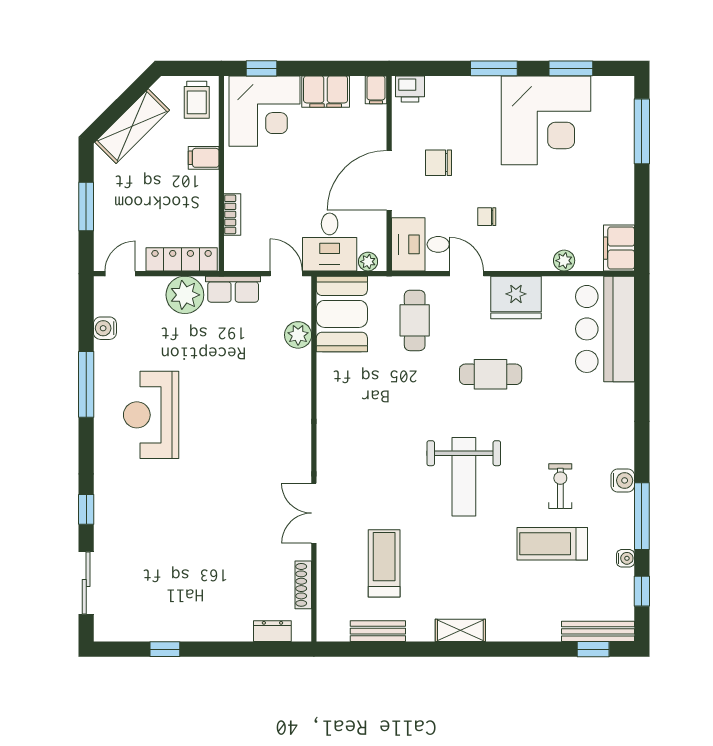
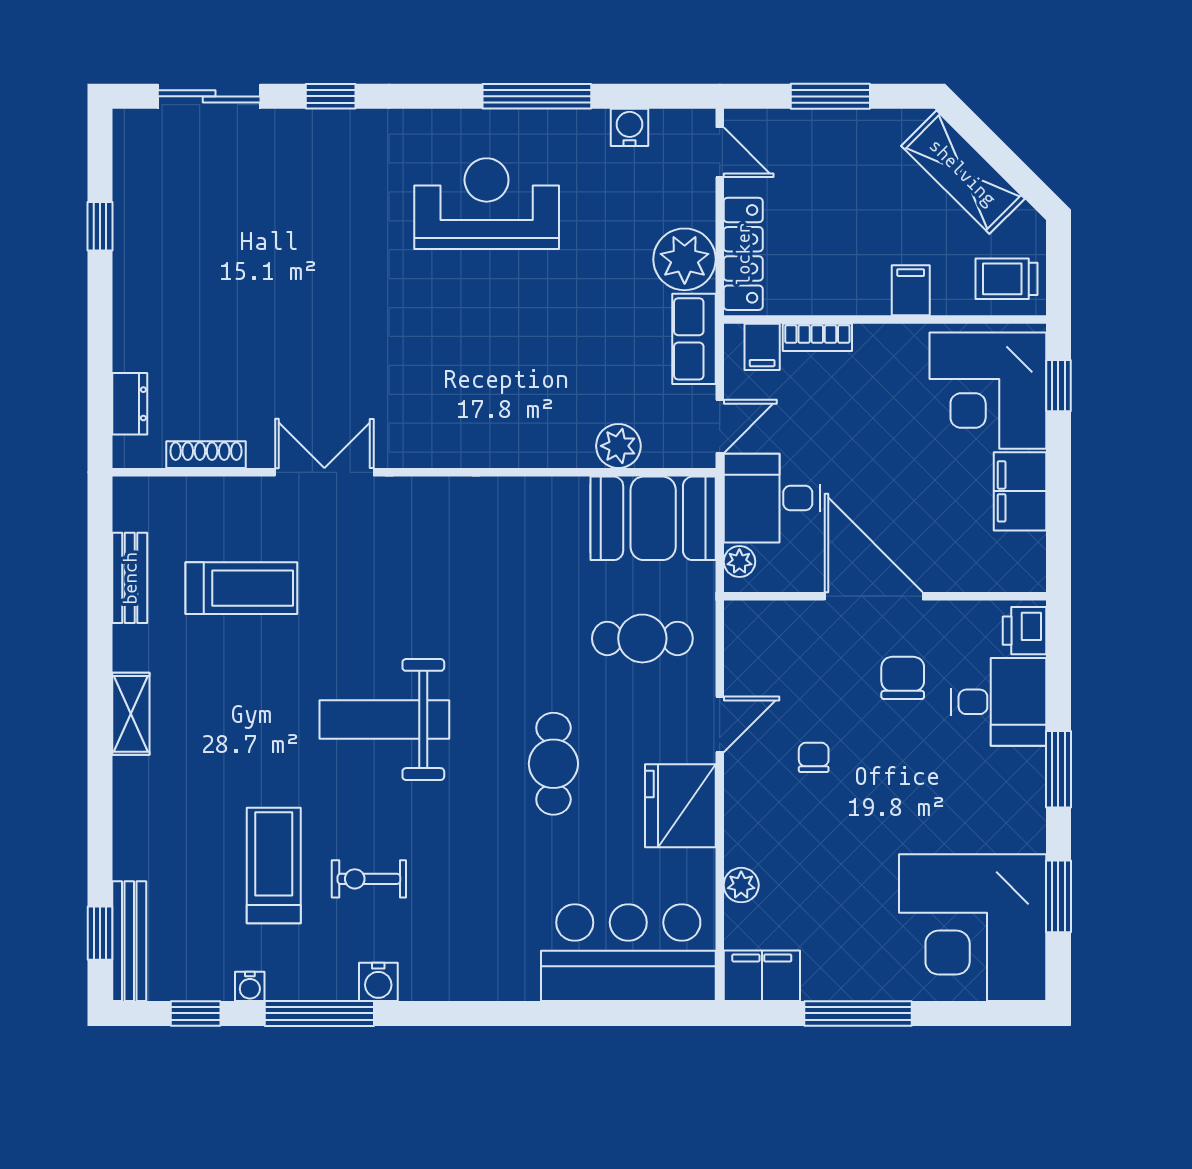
filing cabinet: (376, 90) -> (762, 347), moved, turned -90
corner desk: (546, 120) -> (973, 928), moved
window: (642, 131) -> (858, 1013), moved
desk: (420, 244) -> (999, 702), moved, turned 90
exercise bike: (560, 486) -> (369, 879), turned 180

